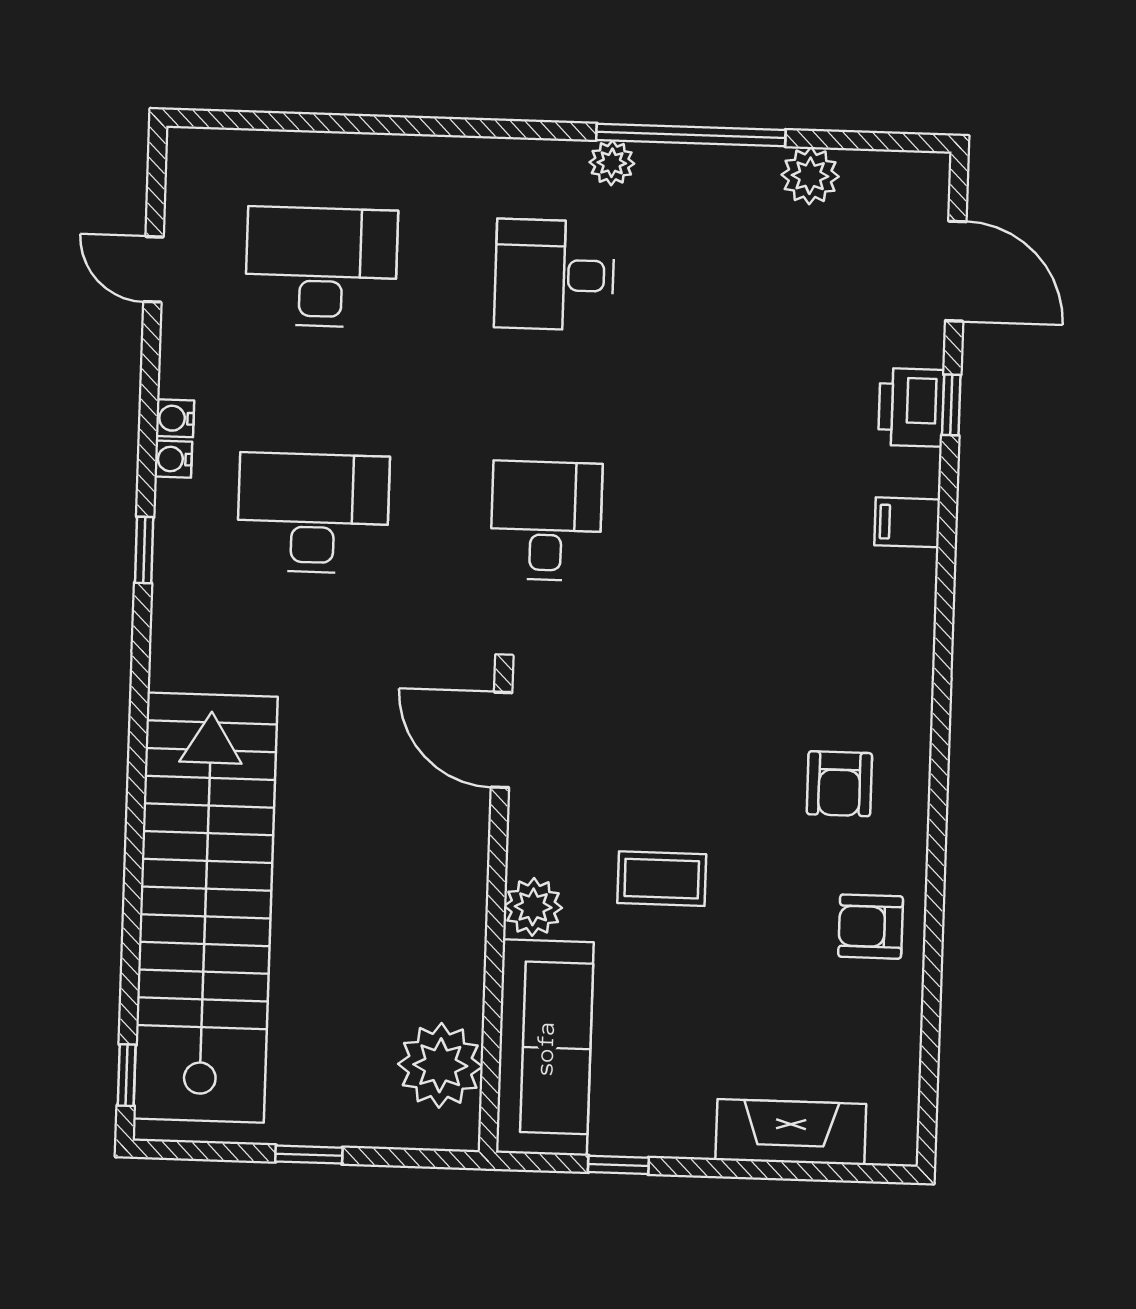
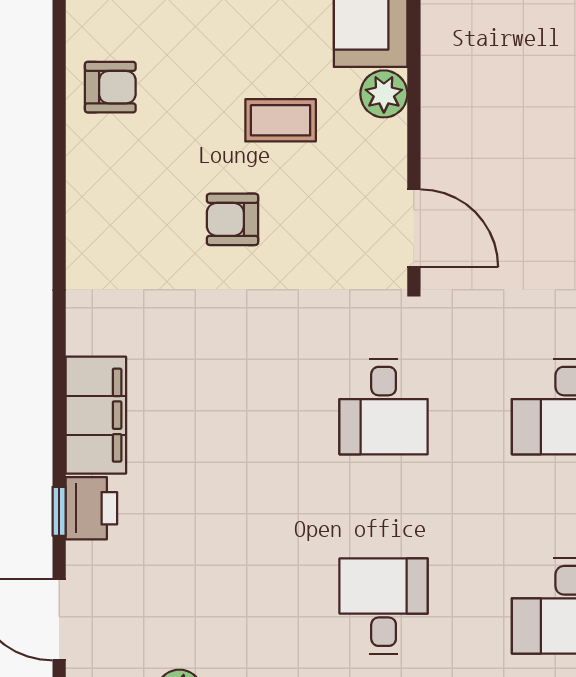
desk: (554, 275) -> (384, 606), turned -90
filing cabinet: (907, 522) -> (96, 415), width x3.00, depth x1.17
armchair: (839, 784) -> (232, 219), moved, turned -90

